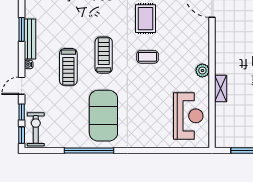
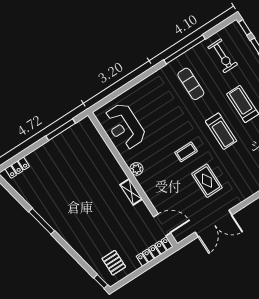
shelving: (221, 89) -> (131, 192), moved
exercise mat: (103, 116) -> (191, 84), width x0.50, depth x0.69
exercise bike: (36, 129) -> (223, 56), moved

